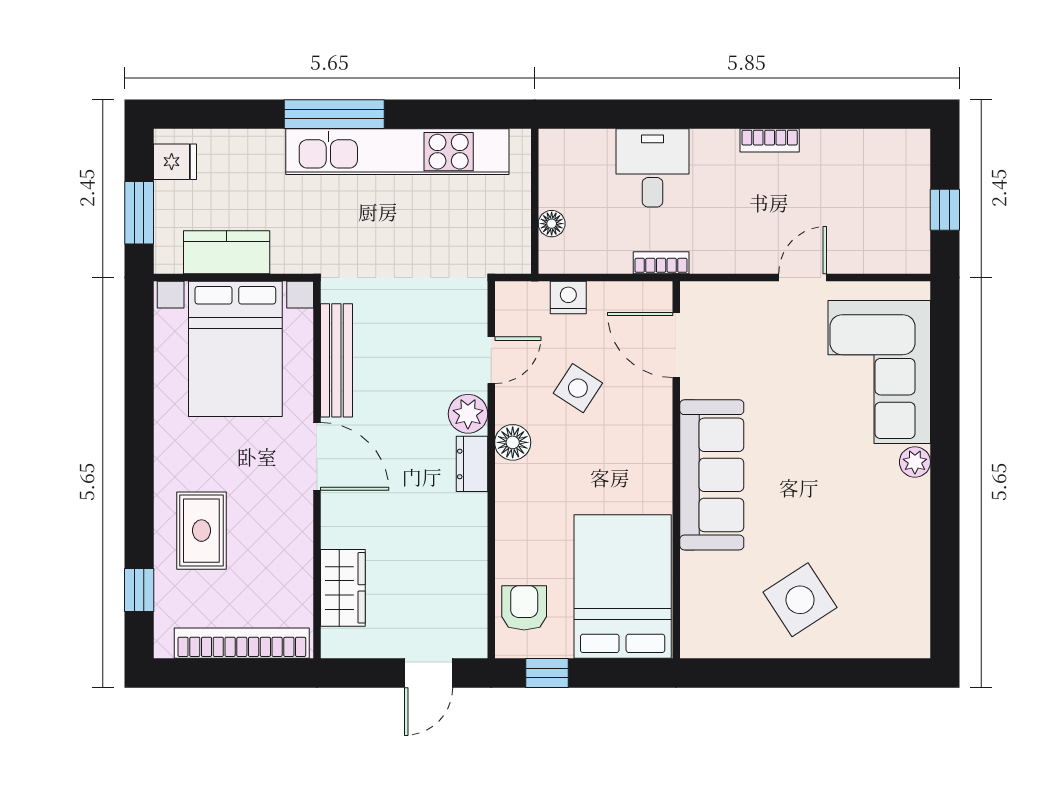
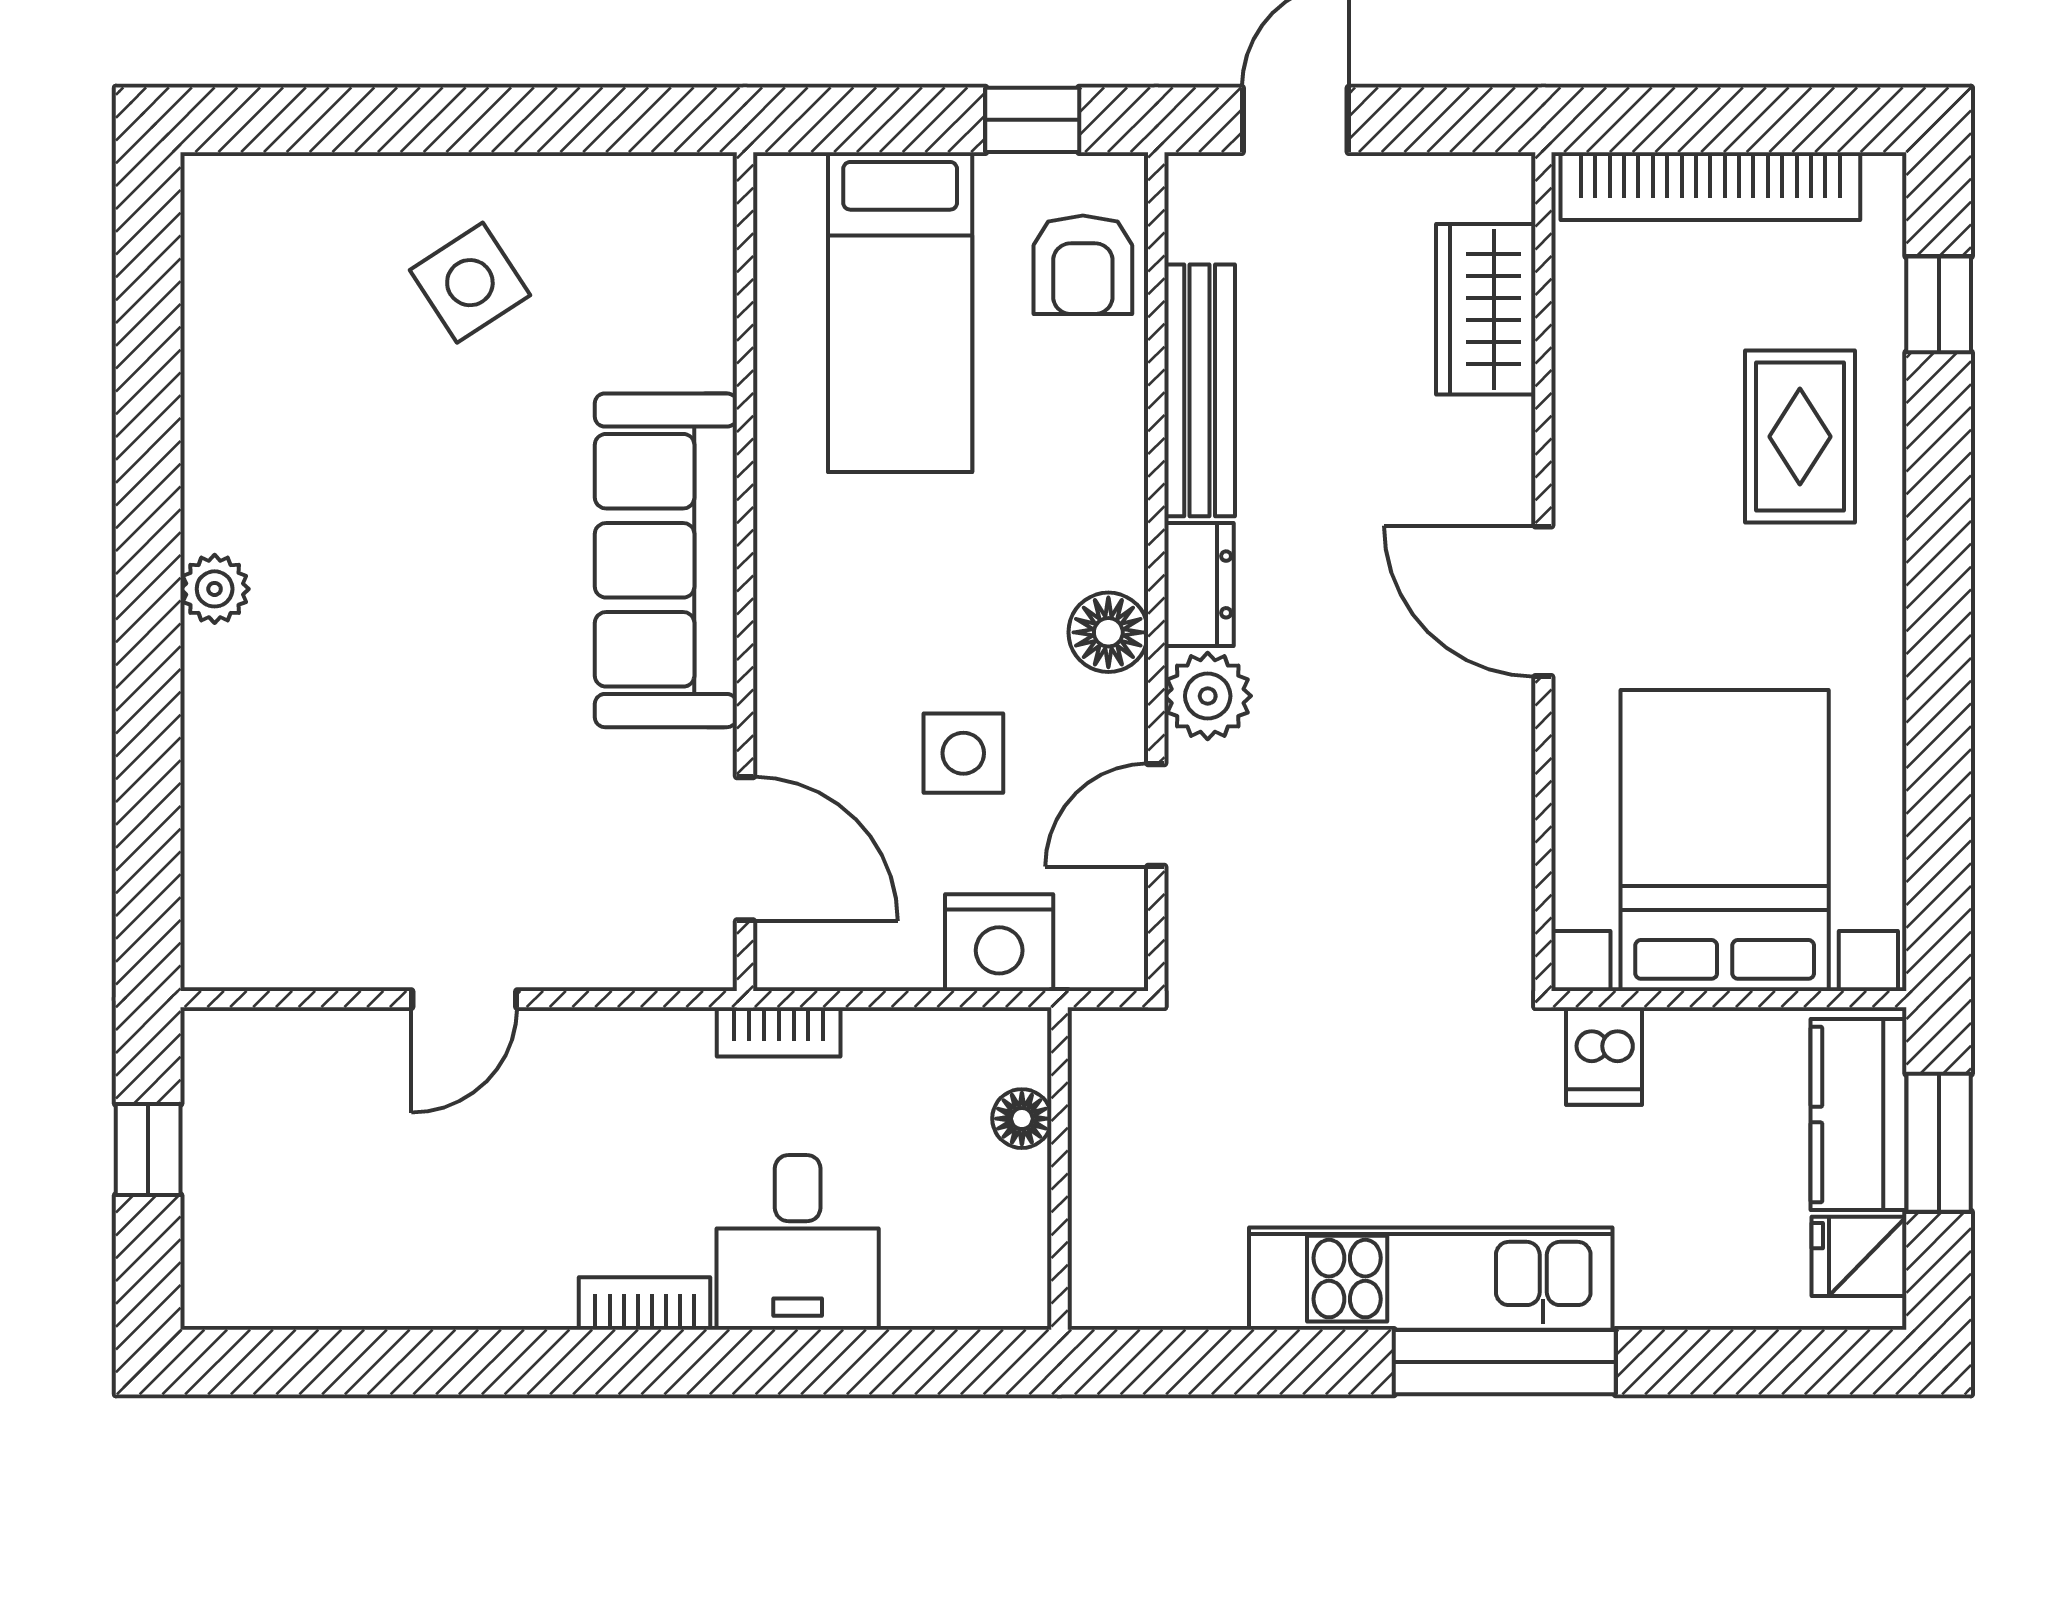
bookcase: (770, 140) -> (645, 1303), moved
kitchen unit: (397, 152) -> (1431, 1279), width x0.73
kitchen counter: (227, 252) -> (1859, 1115), moved, turned 90
dishwasher: (290, 252) -> (1604, 1056), added
nightstand: (568, 297) -> (999, 943), width x1.36, depth x1.33
bench: (336, 360) -> (1200, 390), moved
corner sofa: (879, 372) -> (294, 789), removed
side table: (578, 388) -> (963, 753), turned -33
bed: (623, 587) -> (900, 312), width x0.67
side table: (800, 600) -> (470, 283), width x0.73, depth x0.73

